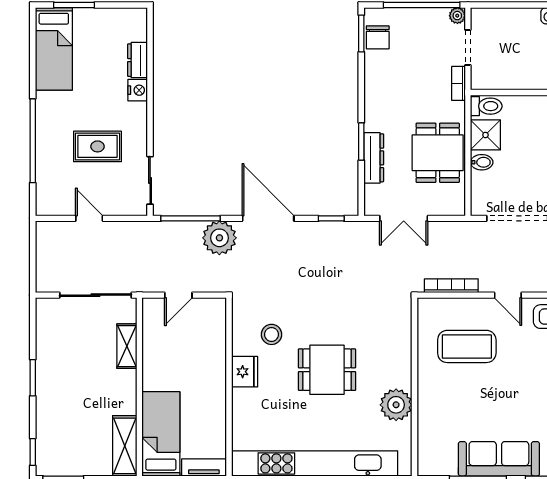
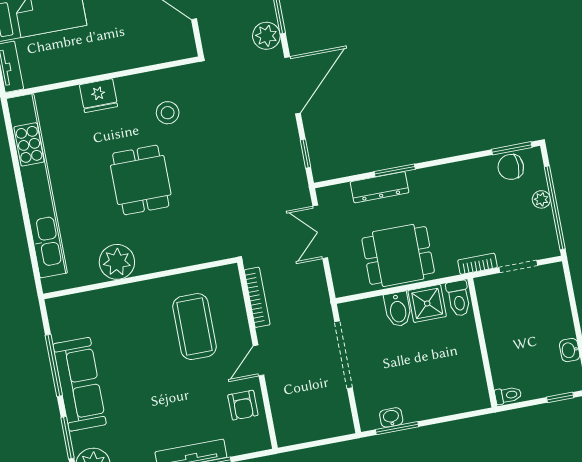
plant: (457, 16) -> (541, 199), moved
bidet: (482, 162) -> (398, 309), width x1.38, depth x1.36
plant: (219, 238) -> (266, 36), width x0.73, depth x0.73
fridge: (245, 372) -> (99, 96), moved

